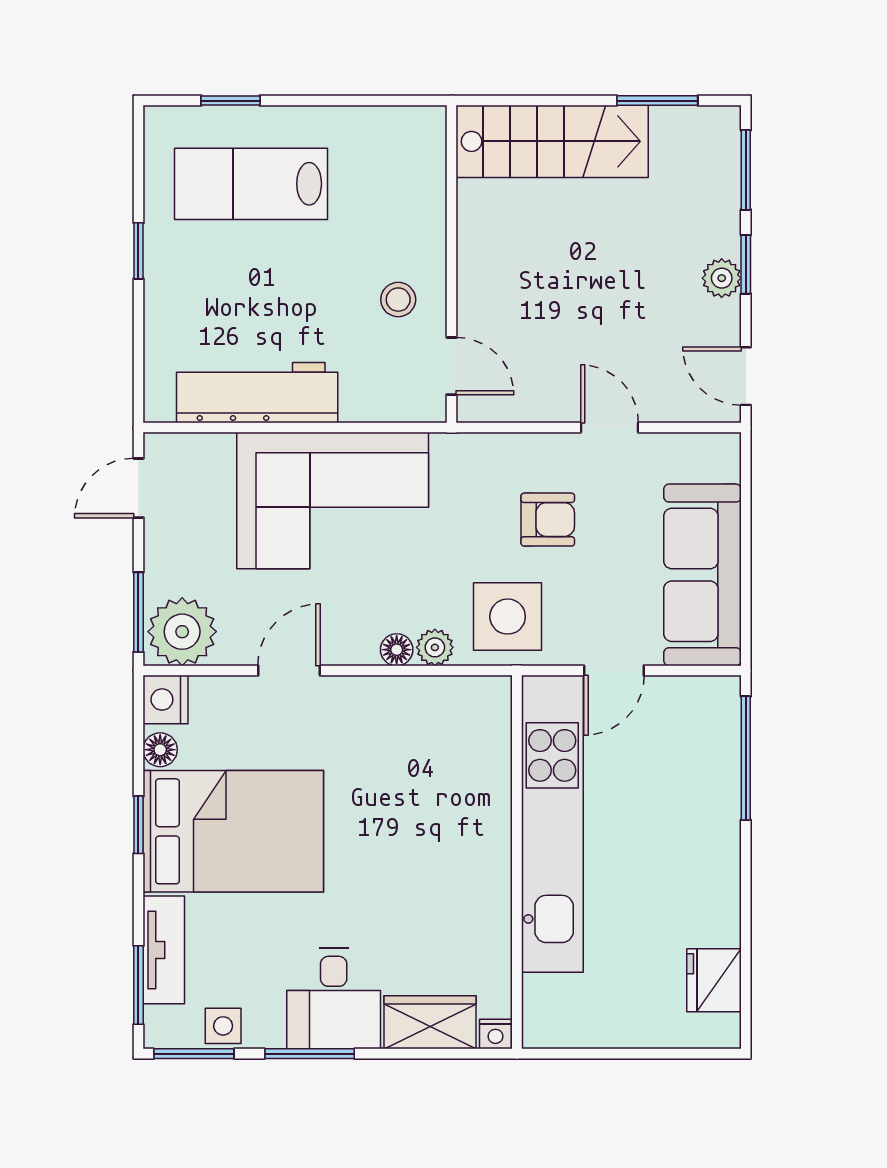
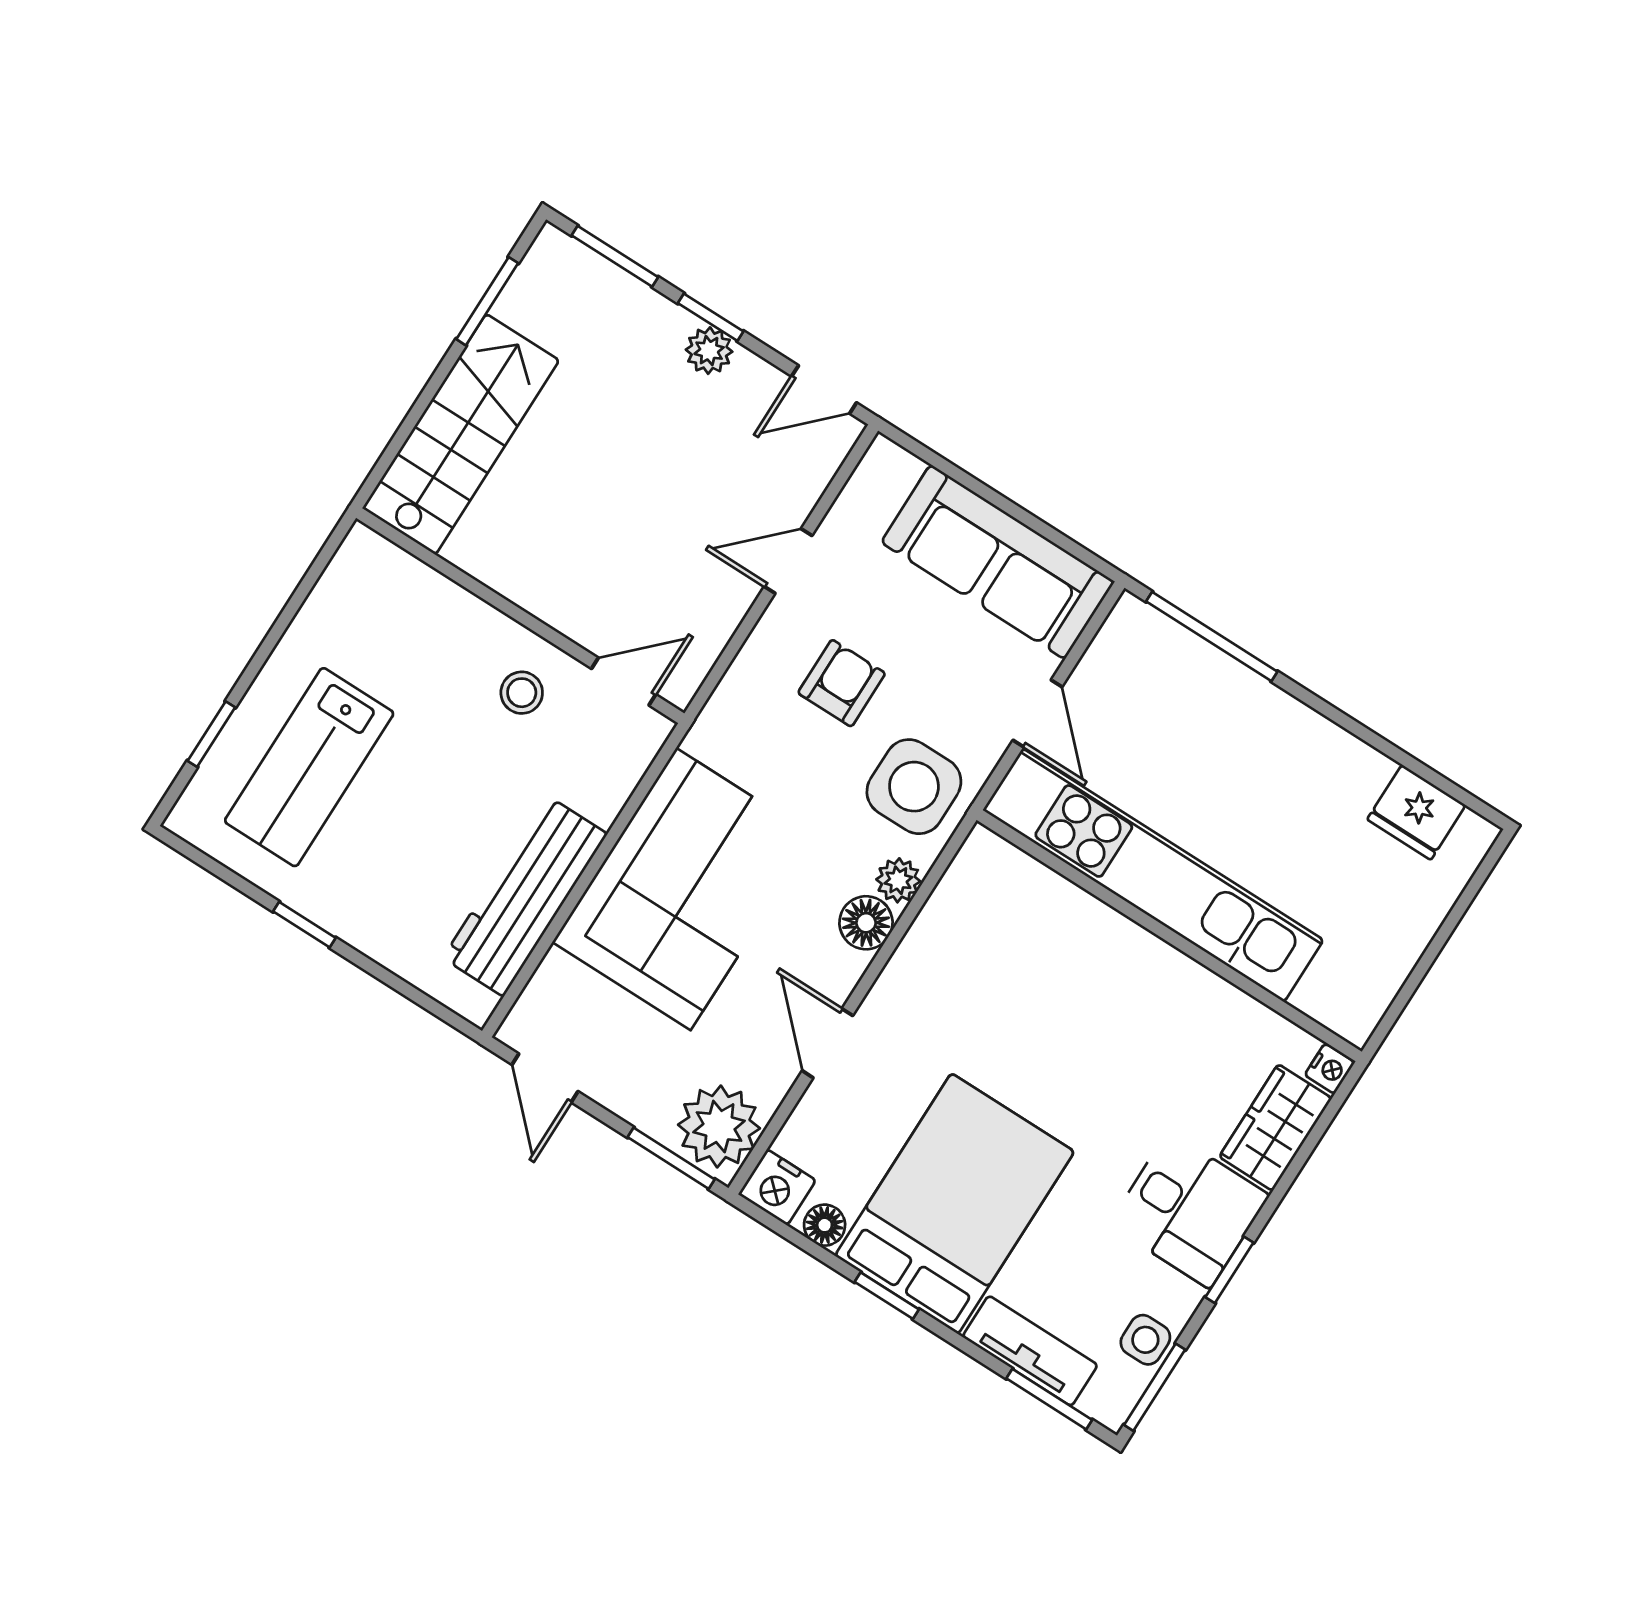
floor lamp: (397, 650) -> (866, 923), width x1.37, depth x1.37
window: (310, 1054) -> (1229, 1270), width x0.67

